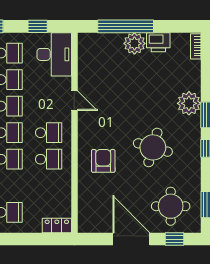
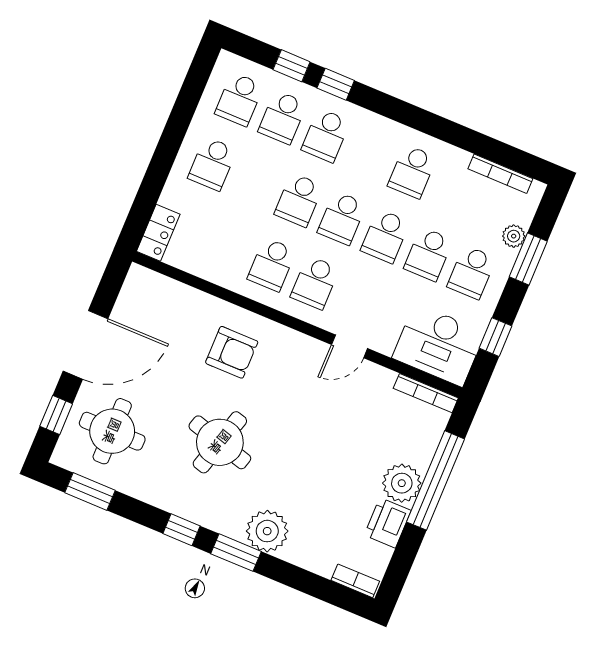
bookcase: (82, 51) -> (426, 393), added

